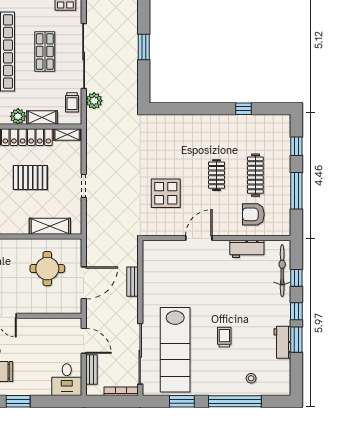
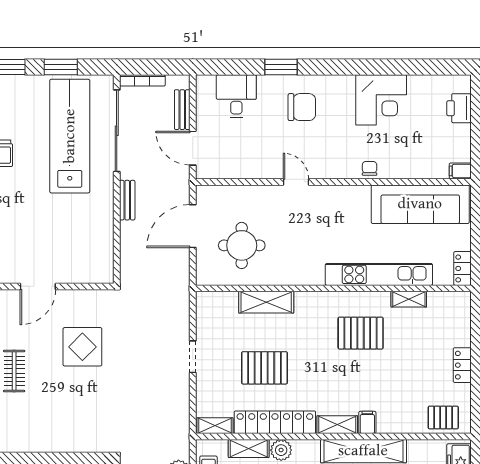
shelving: (50, 226) -> (266, 302), moved
bench: (132, 282) -> (127, 200), moved
desk: (67, 380) -> (236, 96), moved

